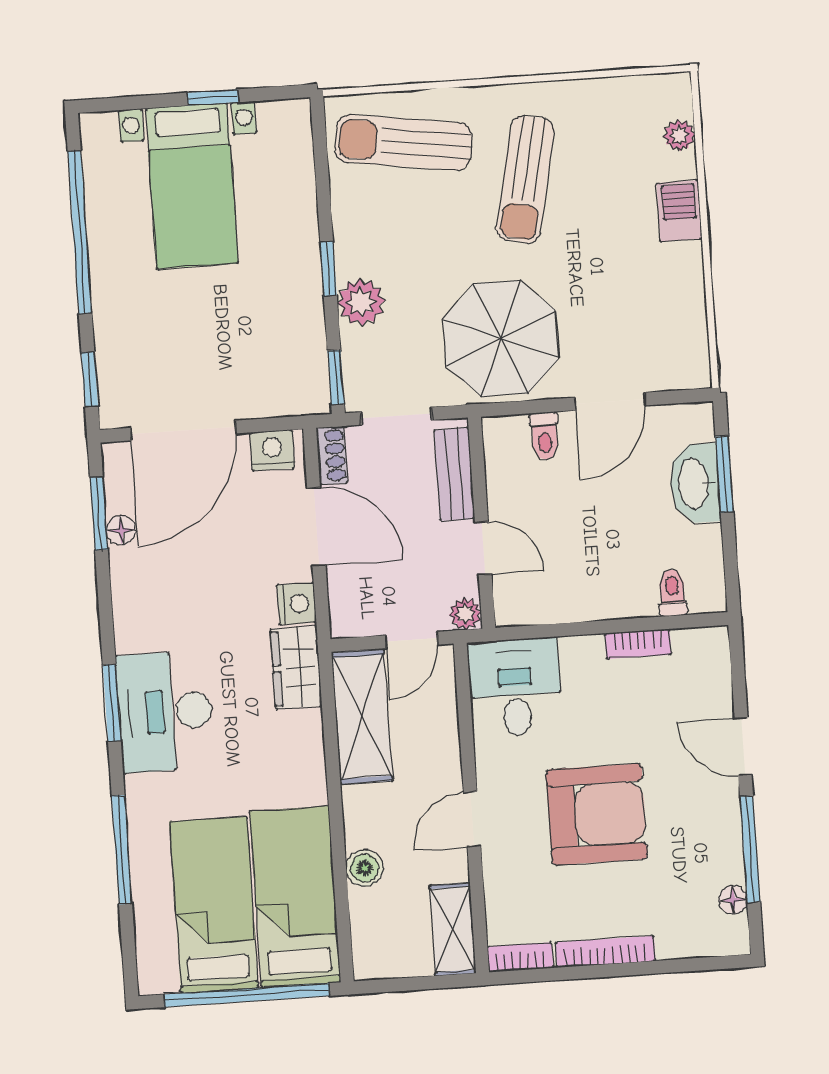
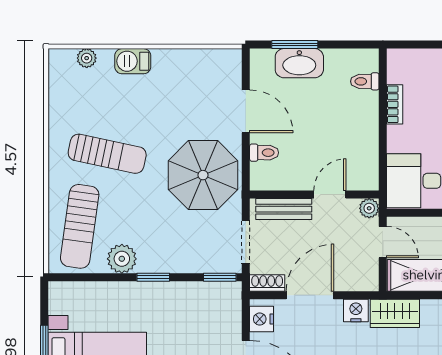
plant: (361, 302) -> (122, 259), moved

